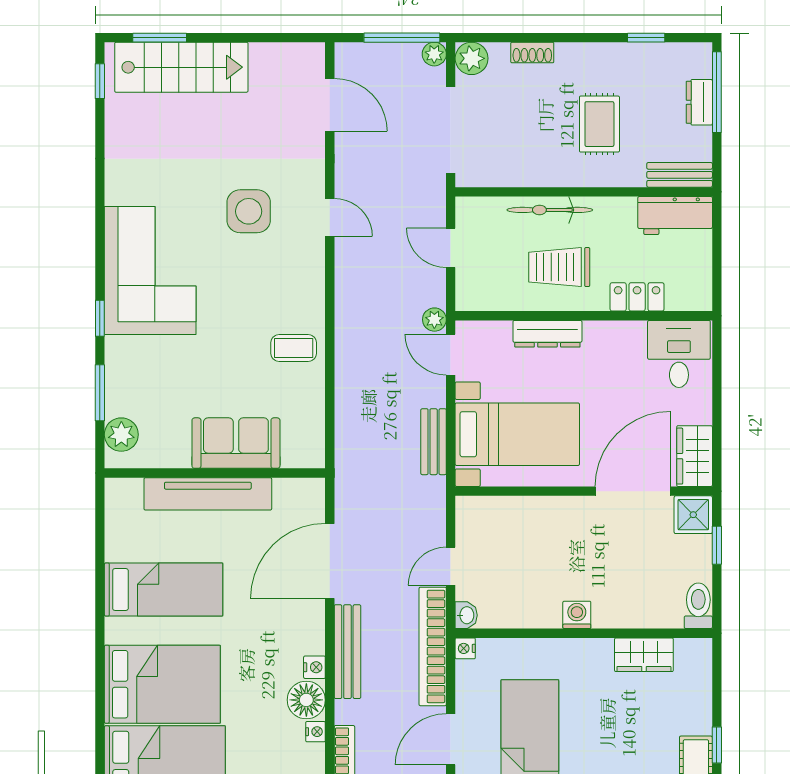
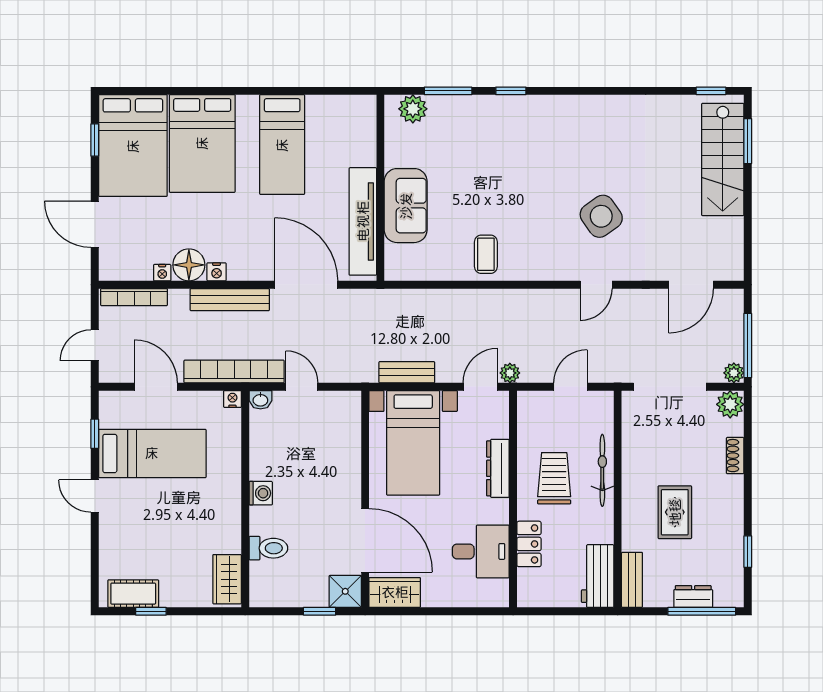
rug: (599, 124) -> (675, 512), turned 90
side table: (249, 211) -> (601, 216), turned -35
corner sofa: (150, 271) -> (551, 133), removed
desk: (679, 354) -> (481, 551), moved
tv unit: (208, 494) -> (363, 221), moved
toilet: (698, 606) -> (268, 548), moved
wardrobe: (644, 655) -> (227, 579), moved

